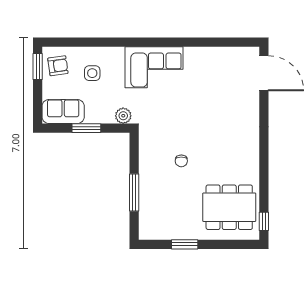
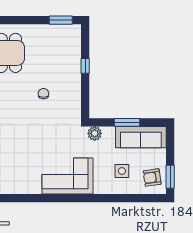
sofa: (63, 111) -> (141, 137), width x1.36
window: (134, 192) -> (85, 66), width x0.46
window: (185, 244) -> (61, 20), moved

